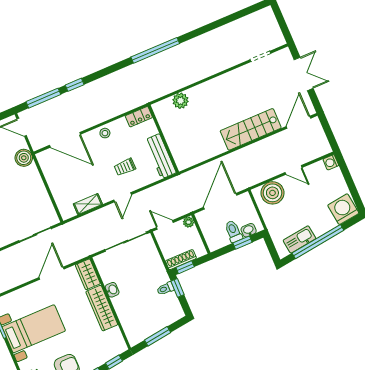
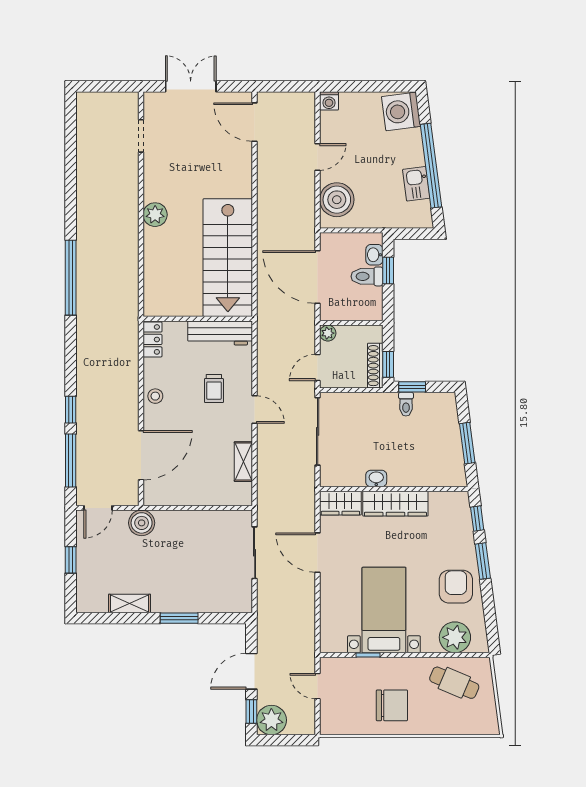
plant: (180, 101) -> (155, 215), moved
stairs: (251, 129) -> (228, 258), moved, width x1.36, depth x1.51
kitchen sink: (299, 239) -> (416, 184), width x0.73

